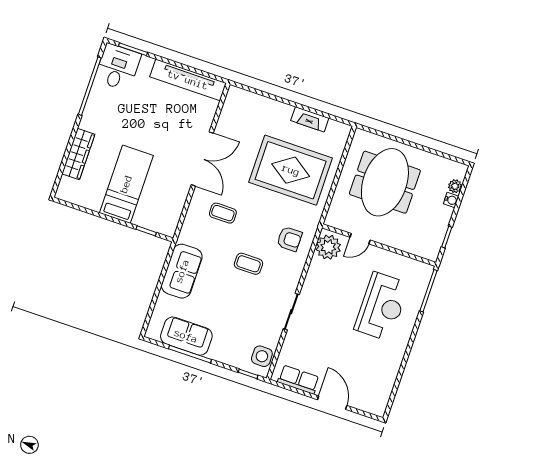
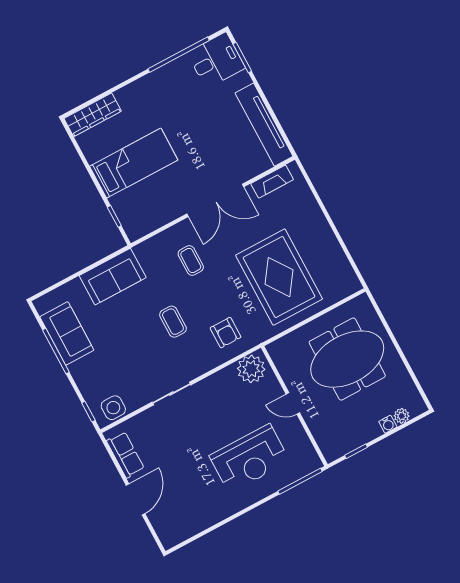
fireplace: (310, 119) -> (272, 182), moved, turned -90
wardrobe: (78, 154) -> (93, 115), moved
door: (360, 239) -> (293, 403), moved

